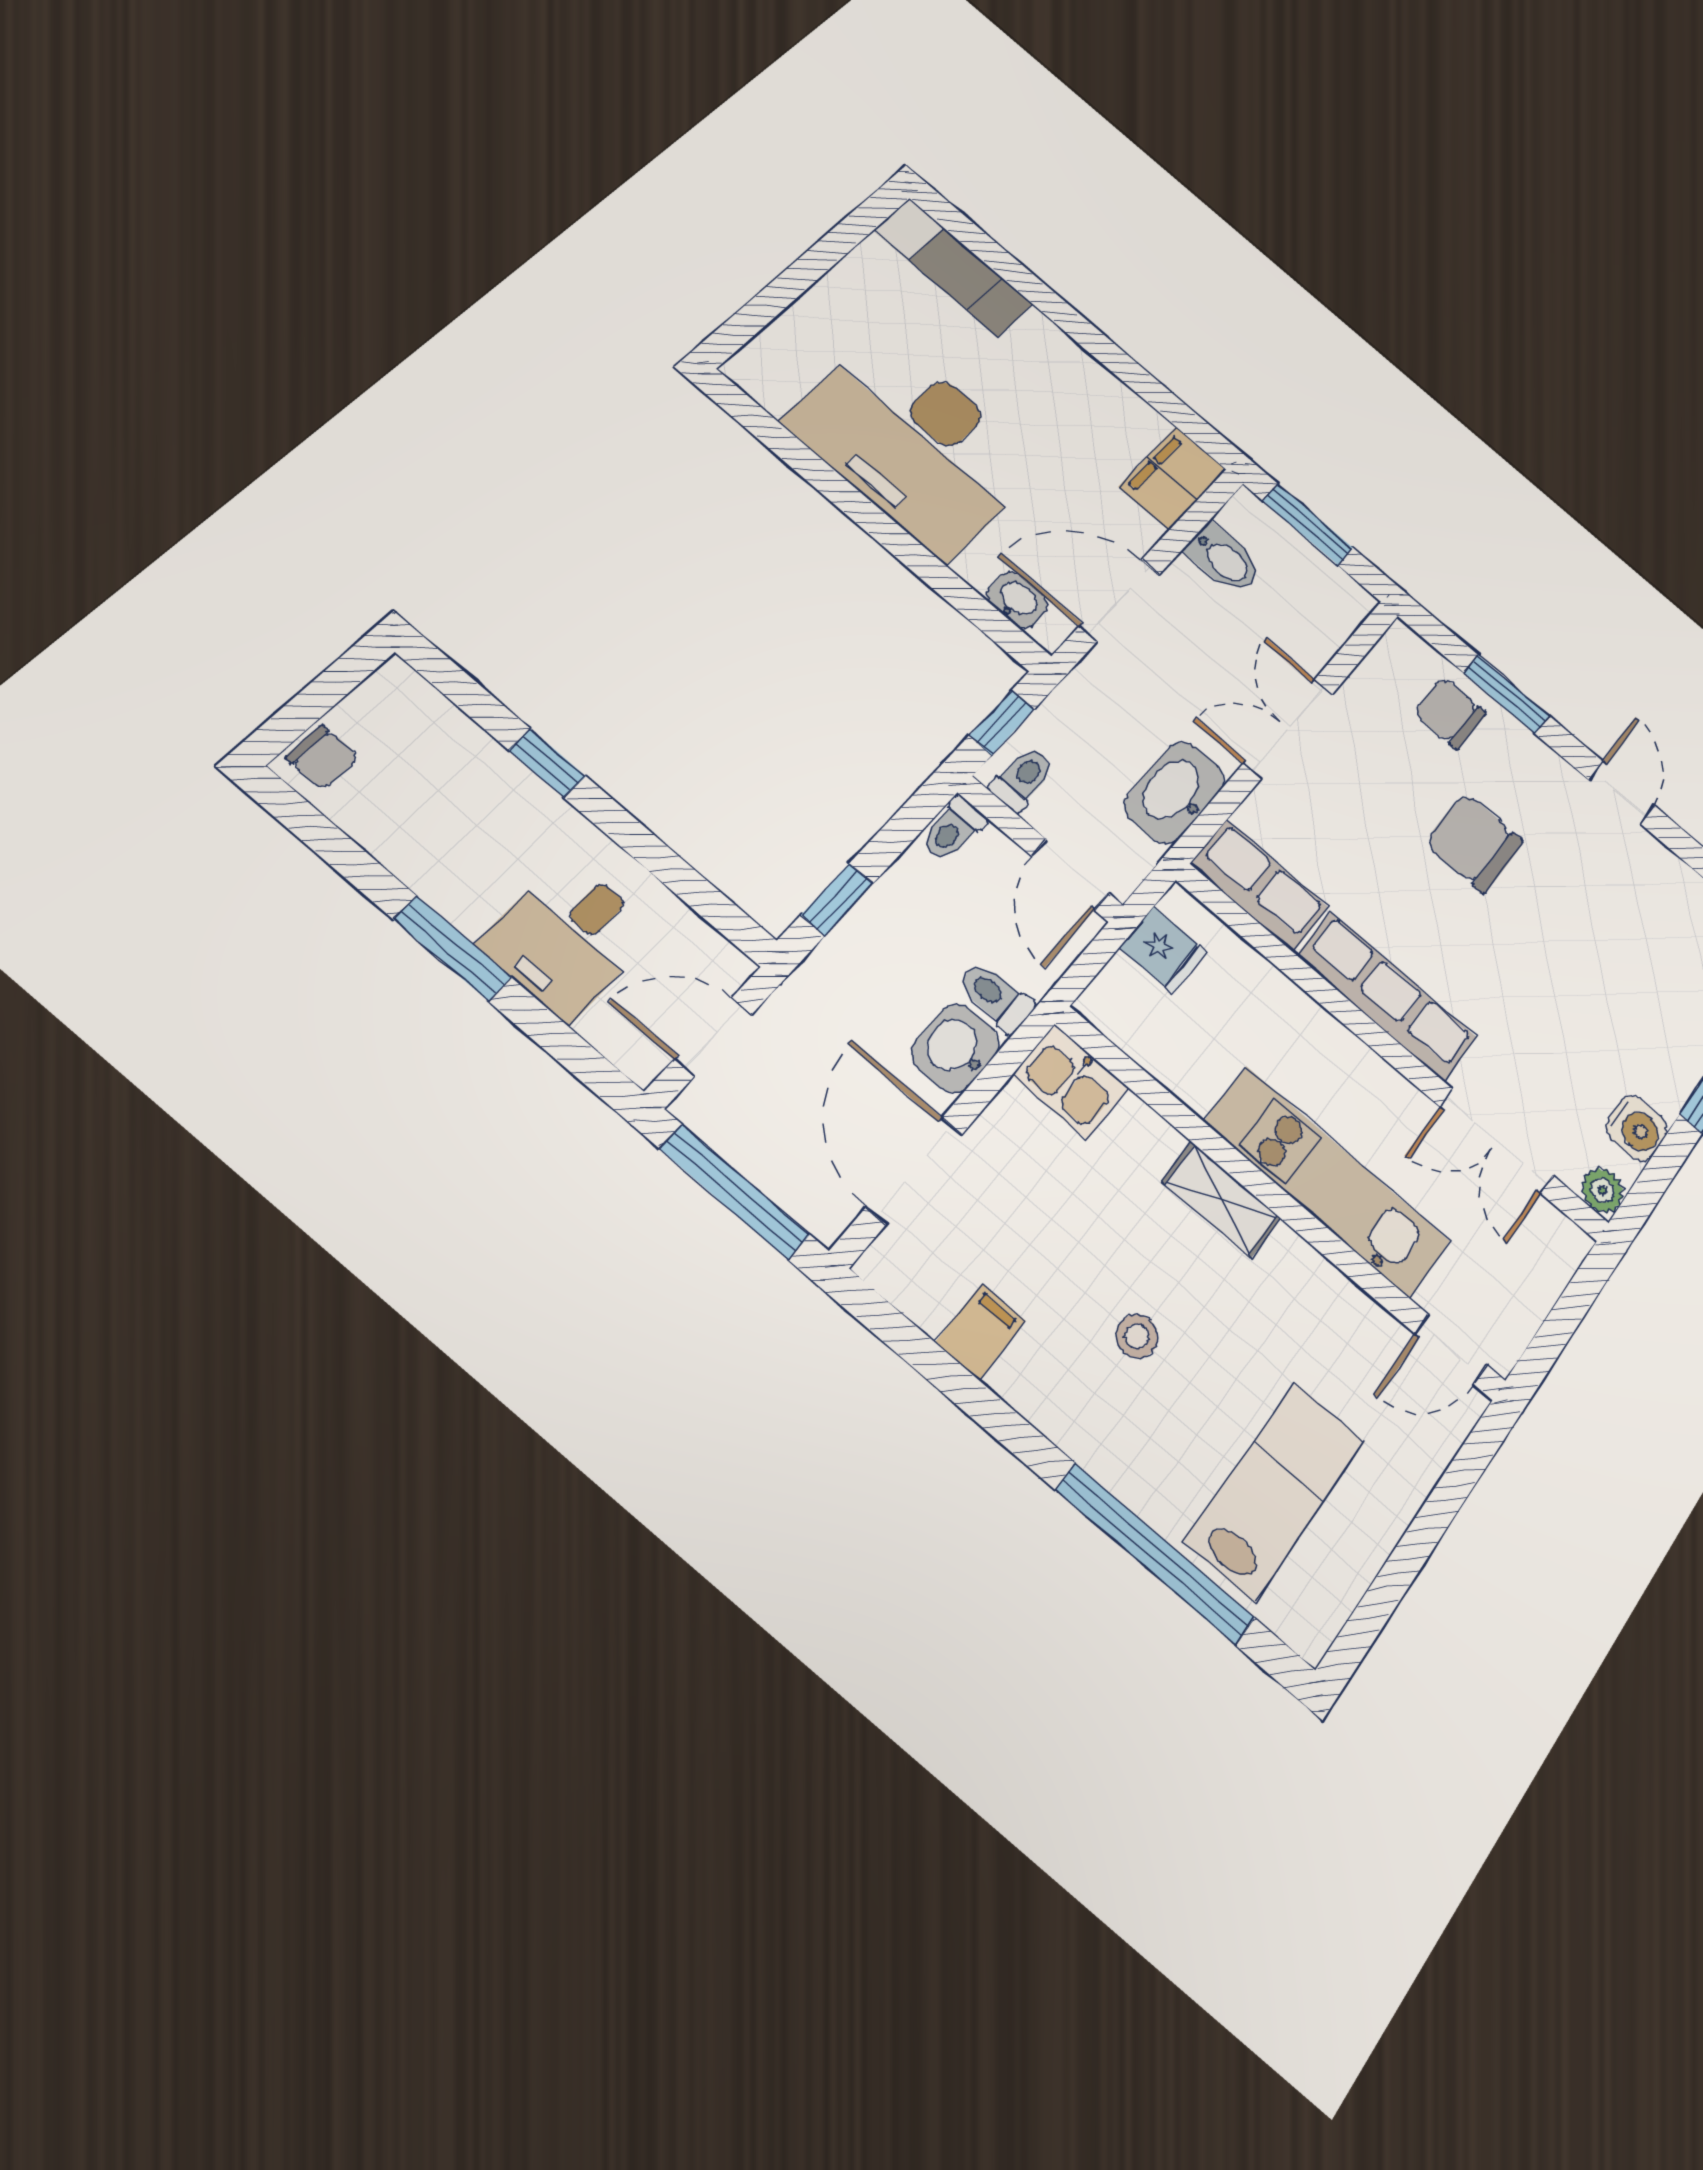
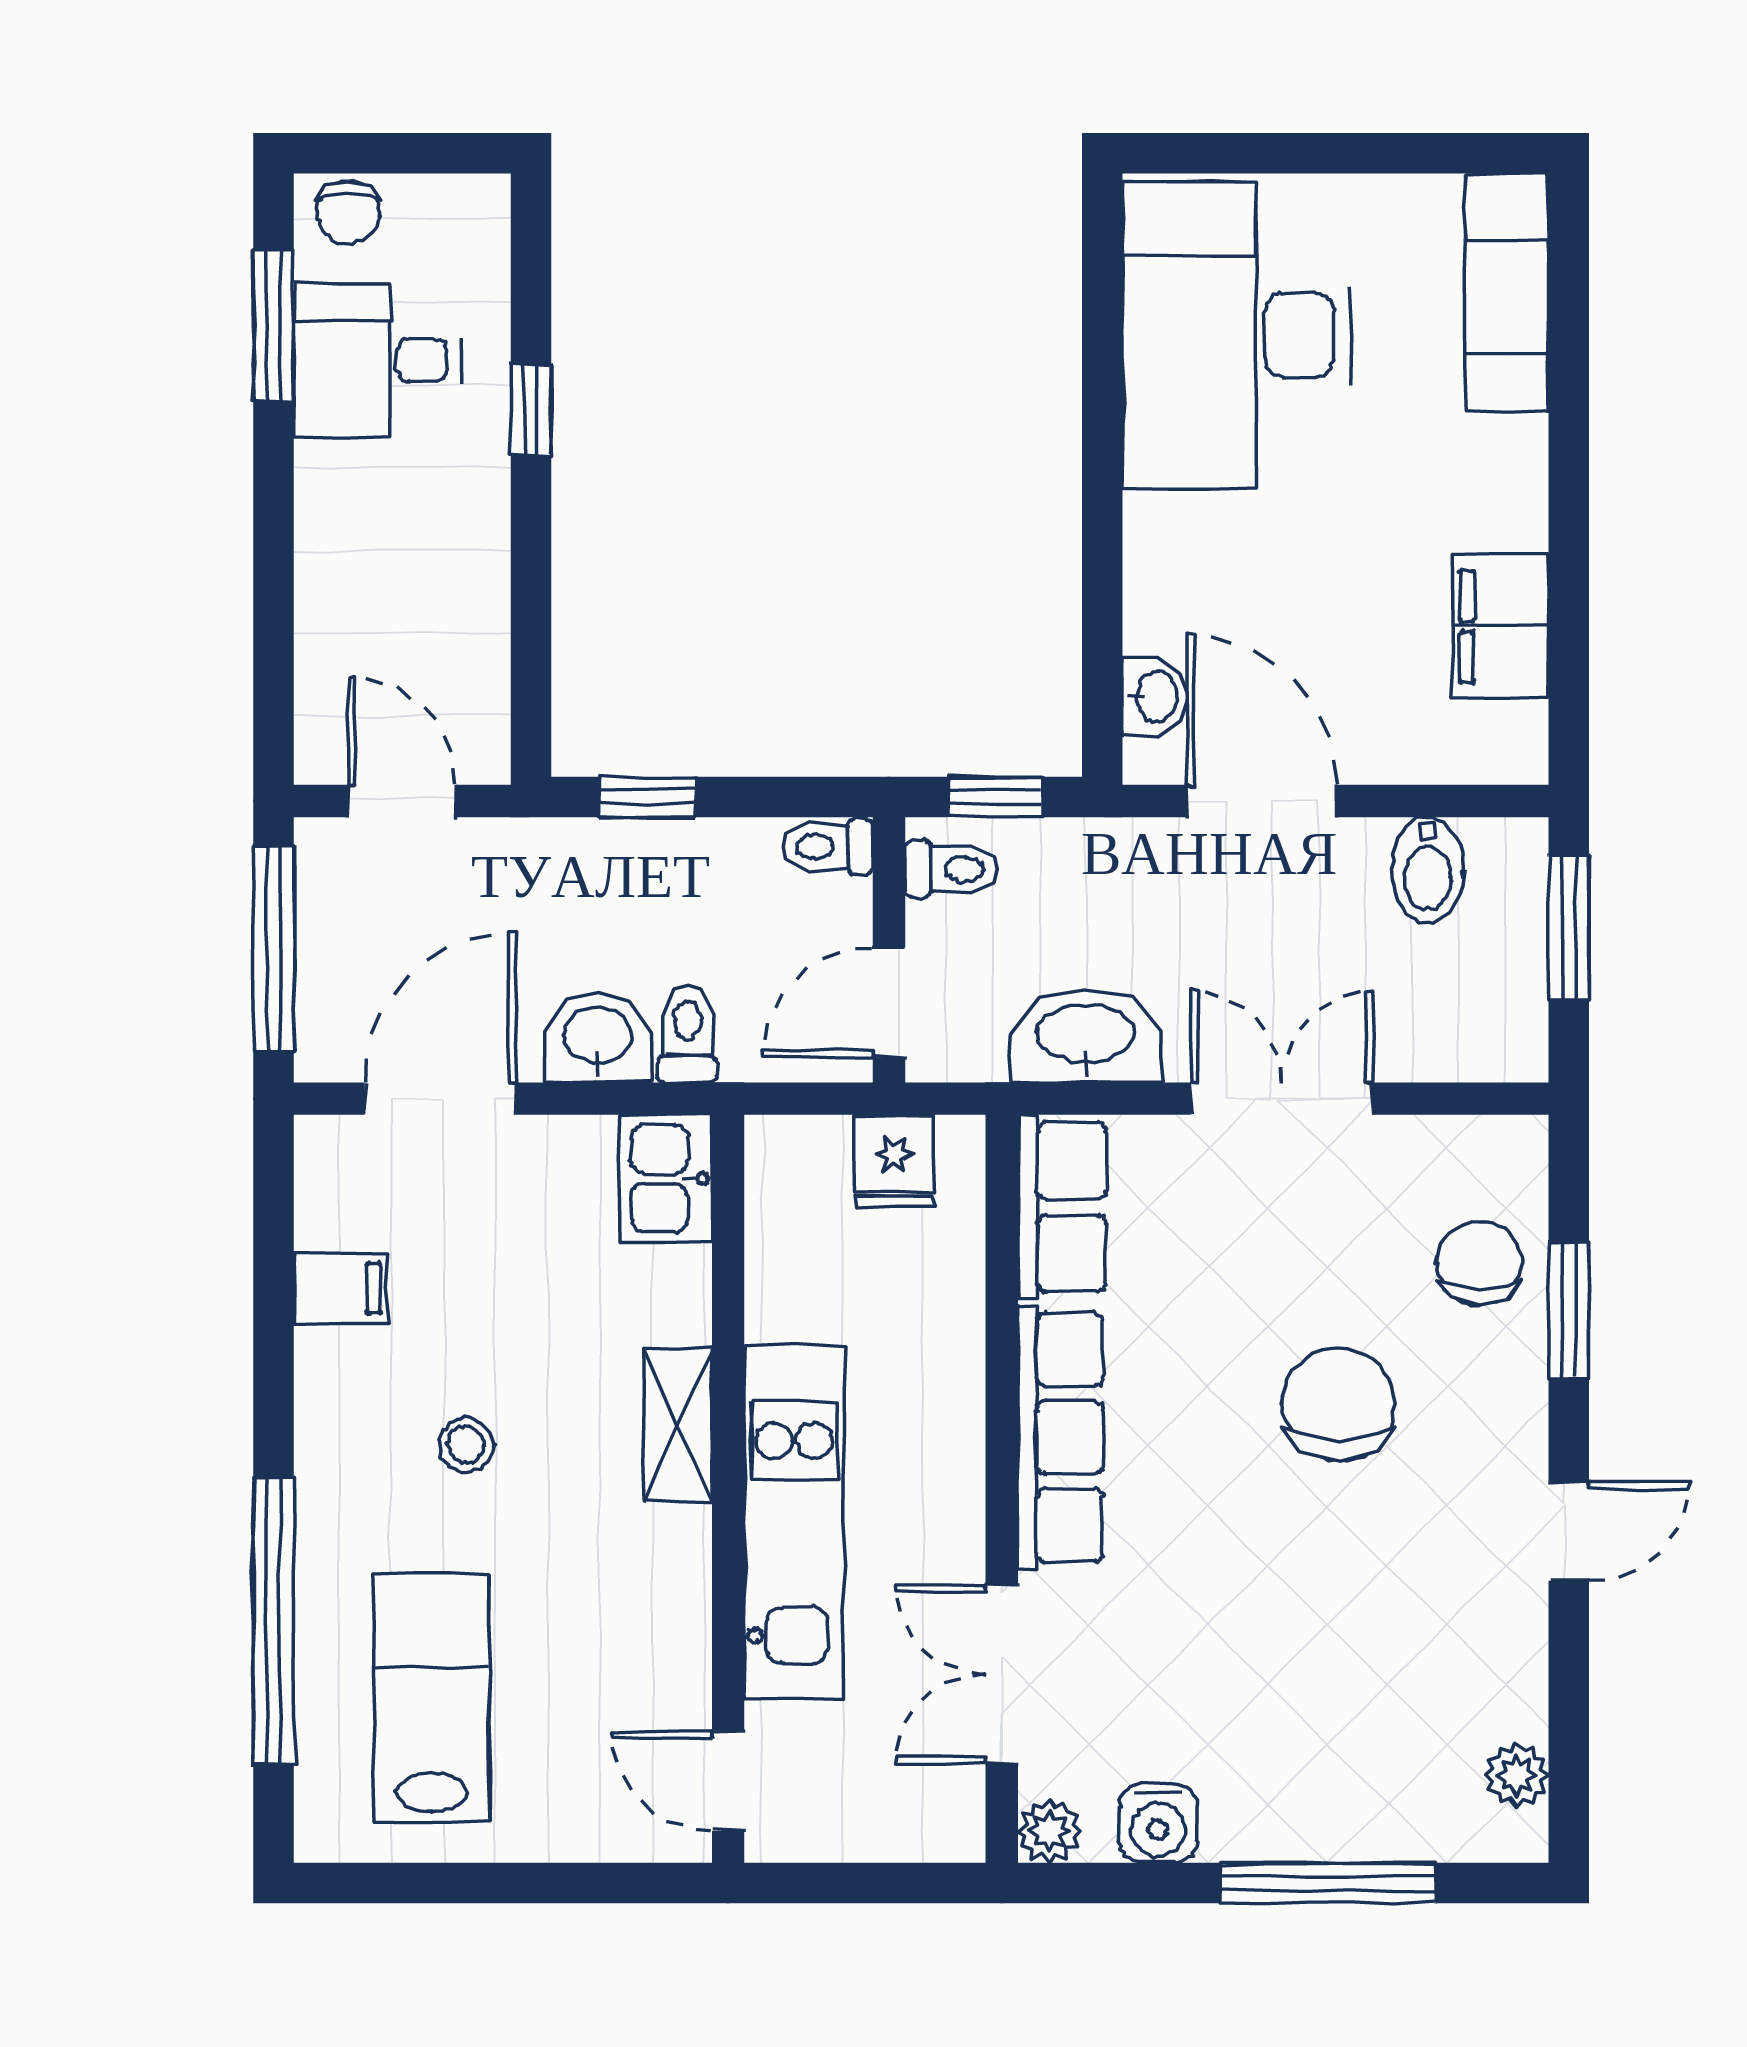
desk: (914, 444) -> (1237, 335), moved
filing cabinet: (1173, 478) -> (1501, 627), moved, turned -90
desk: (568, 938) -> (377, 360), moved
window: (453, 948) -> (274, 326), moved
lab bench: (1275, 1491) -> (432, 1698), turned -90

